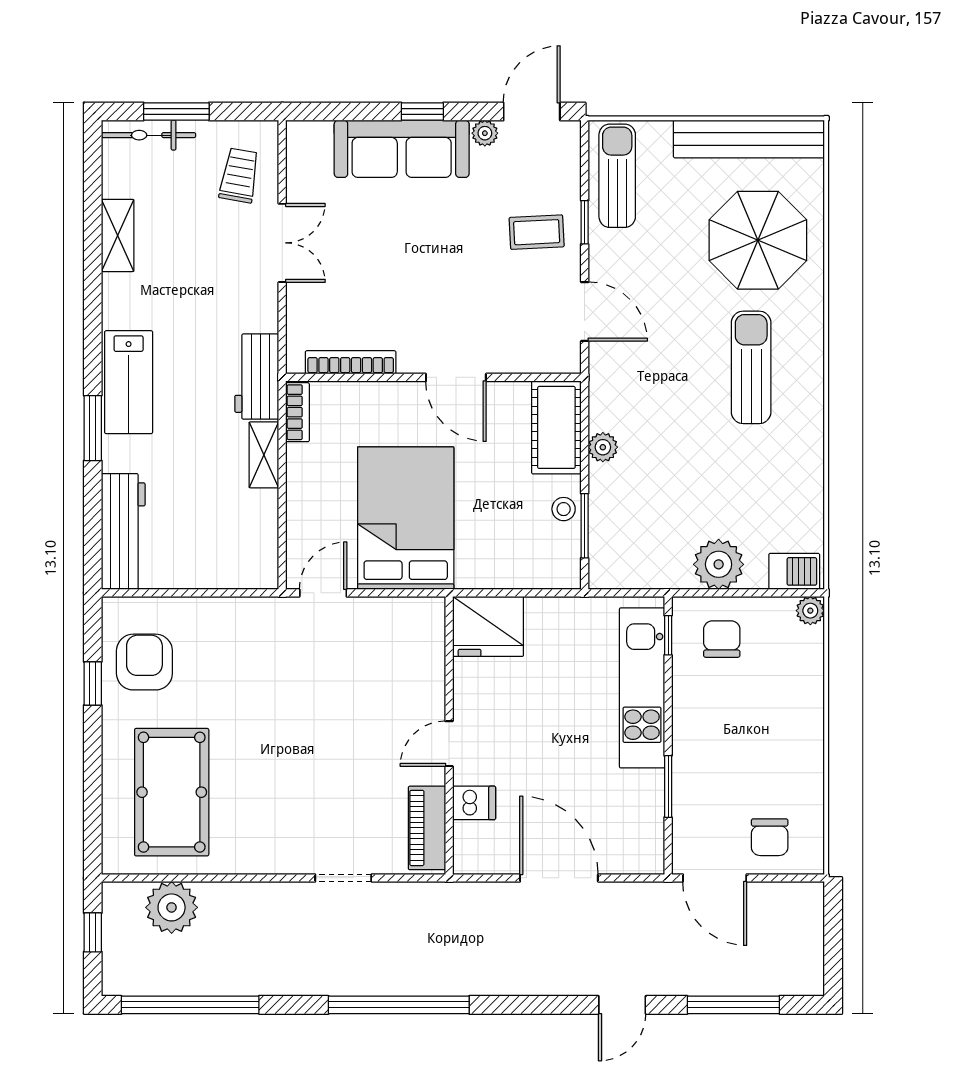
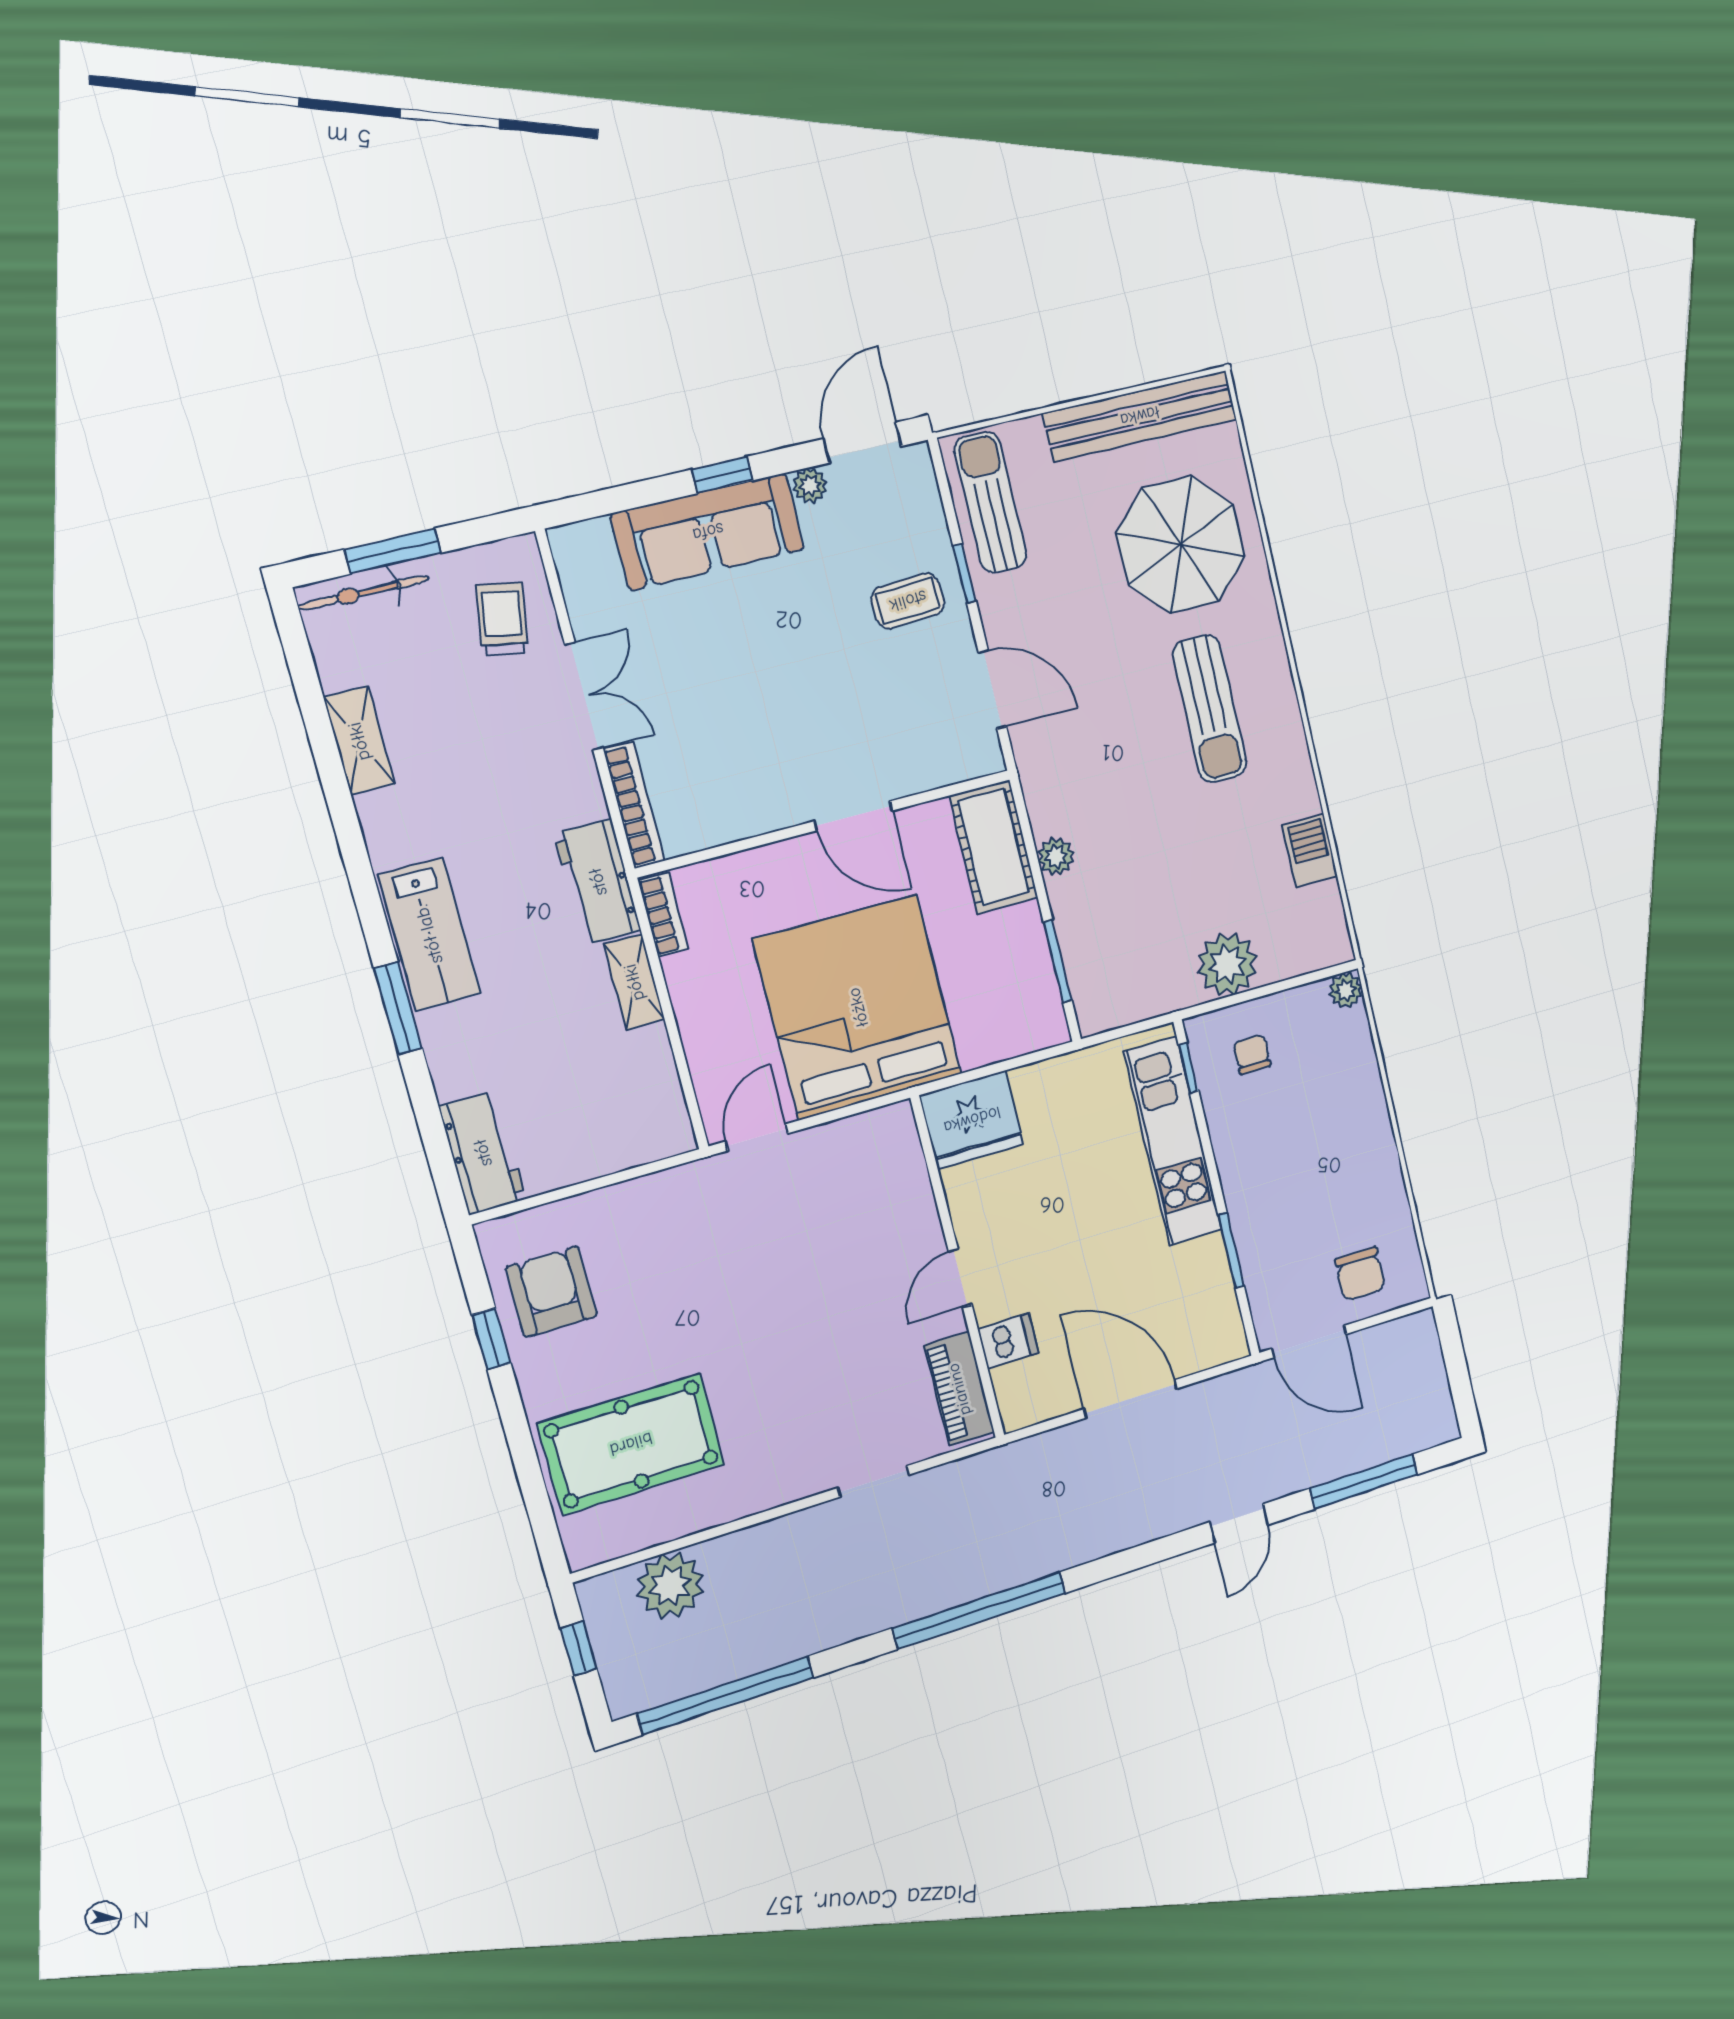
bookcase: (351, 362) -> (634, 805), moved, turned 90
sun lounger: (751, 367) -> (1210, 709), turned 180
stool: (564, 509) -> (1027, 948), removed
bed: (406, 518) -> (858, 1007), width x1.36
workbench: (123, 531) -> (483, 1153), width x0.73
barbecue: (794, 571) -> (1310, 851), moved, turned -90
chair: (722, 639) -> (1252, 1054), width x0.73, depth x0.73
pool table: (172, 792) -> (631, 1444), turned 90

